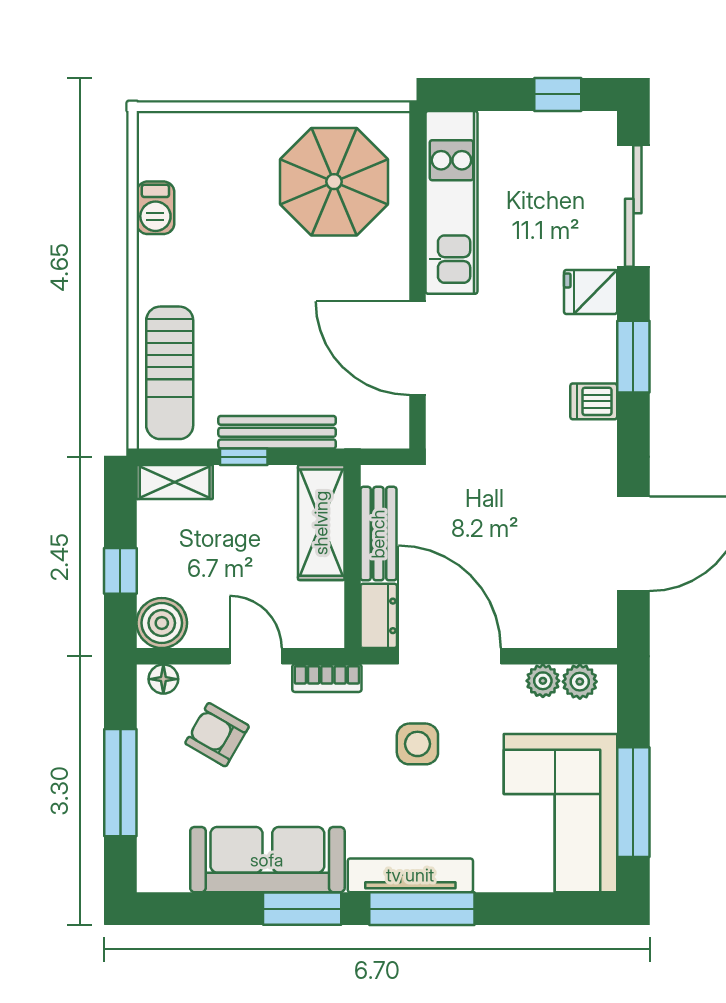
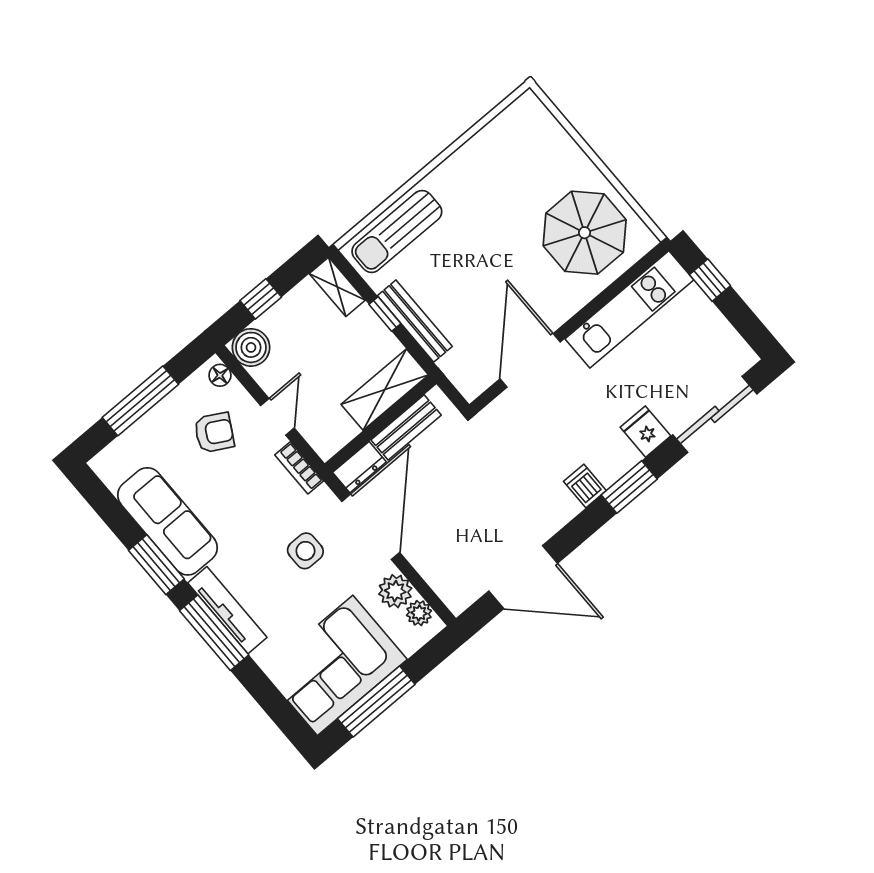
window: (558, 94) -> (710, 280), moved
barbecue: (155, 208) -> (484, 144), removed
plant: (543, 681) -> (395, 591), width x1.38, depth x1.38
armchair: (217, 735) -> (214, 433), turned 89

